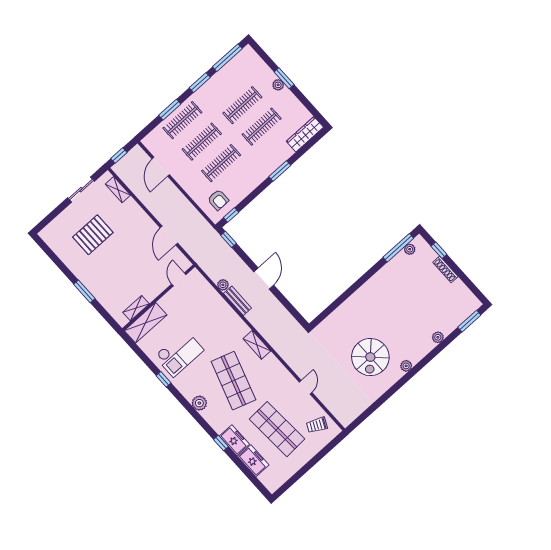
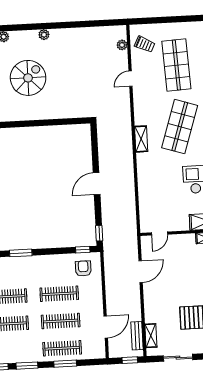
plant: (223, 285) -> (122, 45), moved
bench: (238, 301) -> (137, 336), moved
spiral stairs: (370, 357) -> (28, 78), moved

